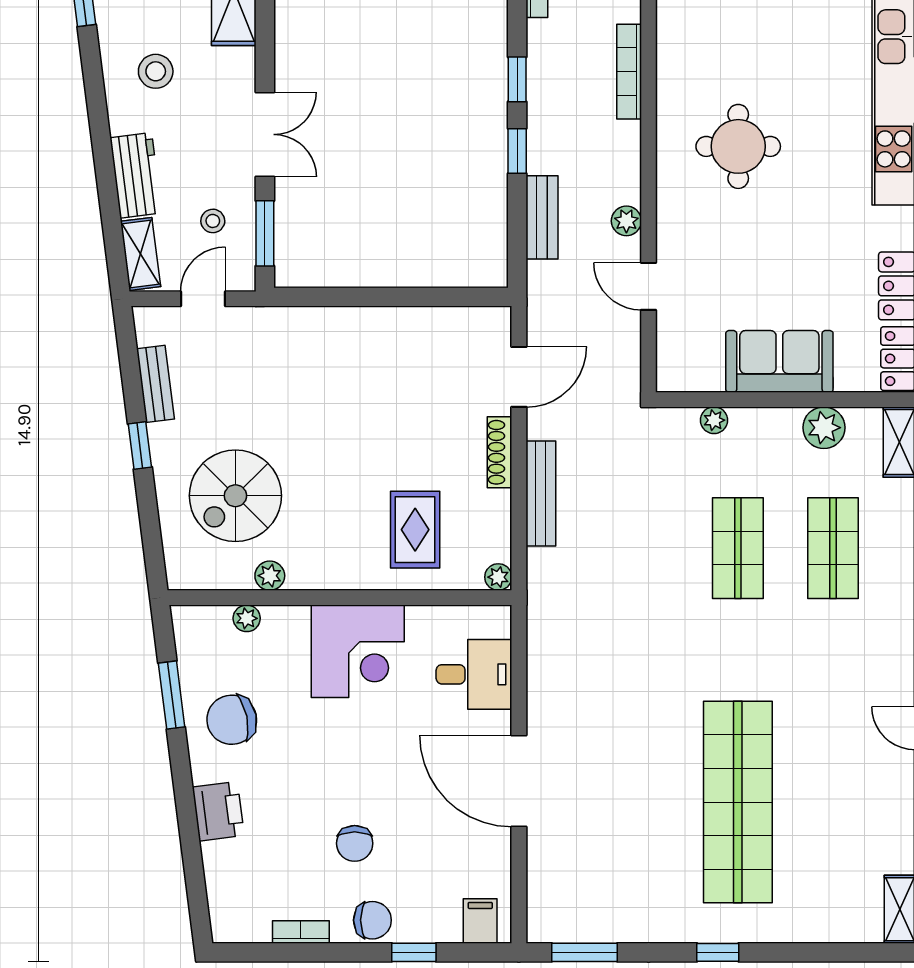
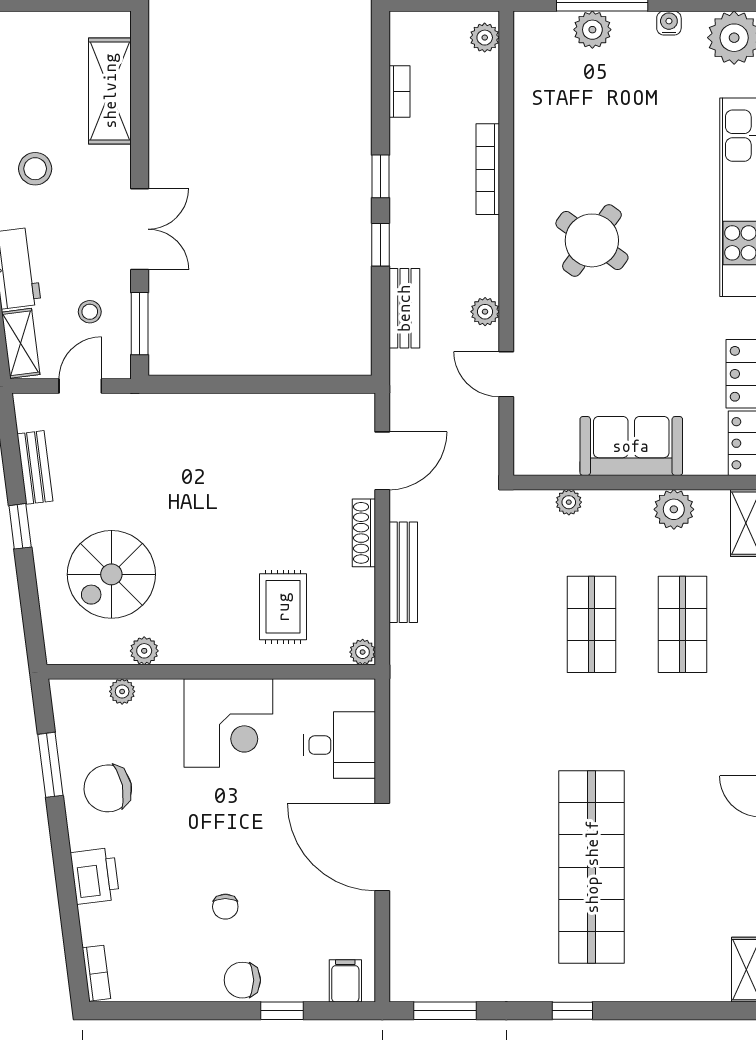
round table: (738, 146) -> (592, 240), turned 36
chair: (355, 843) -> (225, 907), width x0.73, depth x0.73
chair: (372, 920) -> (242, 980), turned 180
bookcase: (301, 932) -> (96, 973), moved, turned 83

